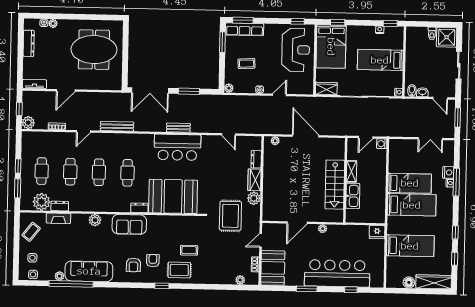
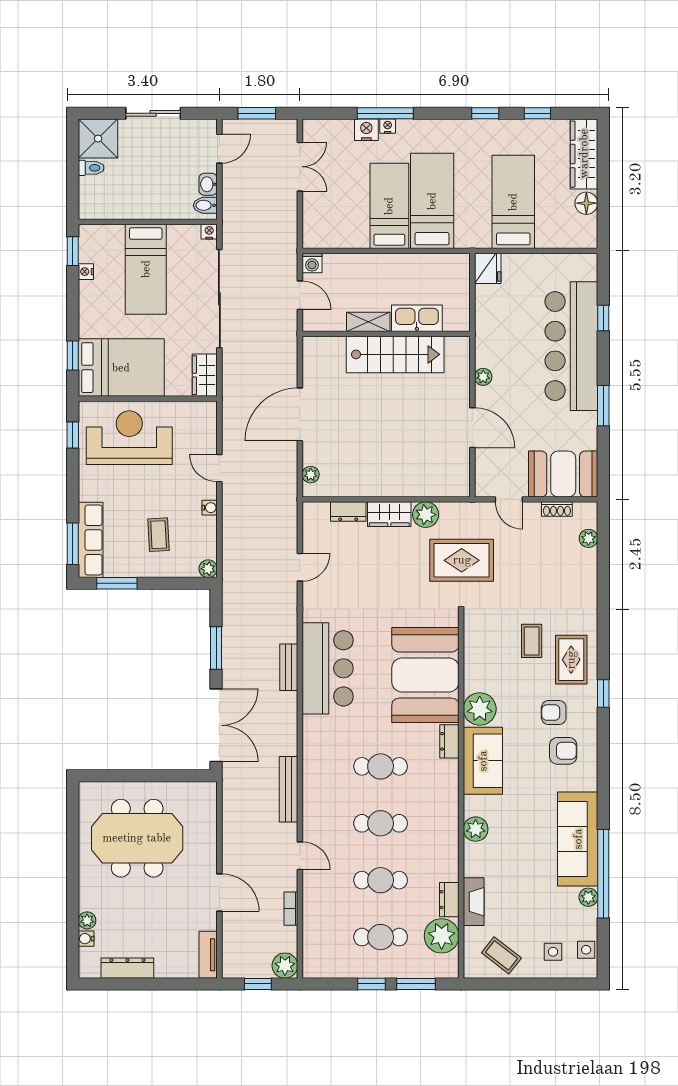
meeting table: (94, 50) -> (137, 838), turned 90
plant: (155, 223) -> (480, 709), added

